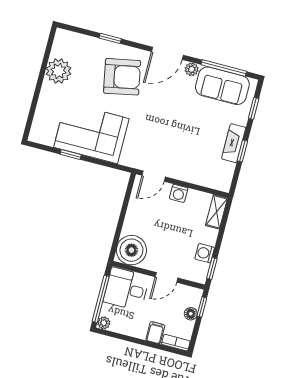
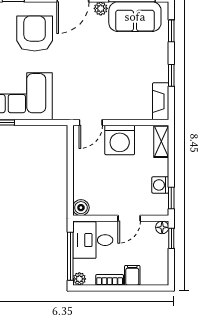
armchair: (122, 77) -> (35, 33), turned -79
fireplace: (234, 143) -> (161, 101), moved
washing machine: (179, 193) -> (120, 140), width x1.89, depth x1.89
boiler: (131, 250) -> (81, 208), width x0.54, depth x0.54
floor lamp: (191, 314) -> (162, 227), moved
bookcase: (176, 343) -> (110, 280), moved

